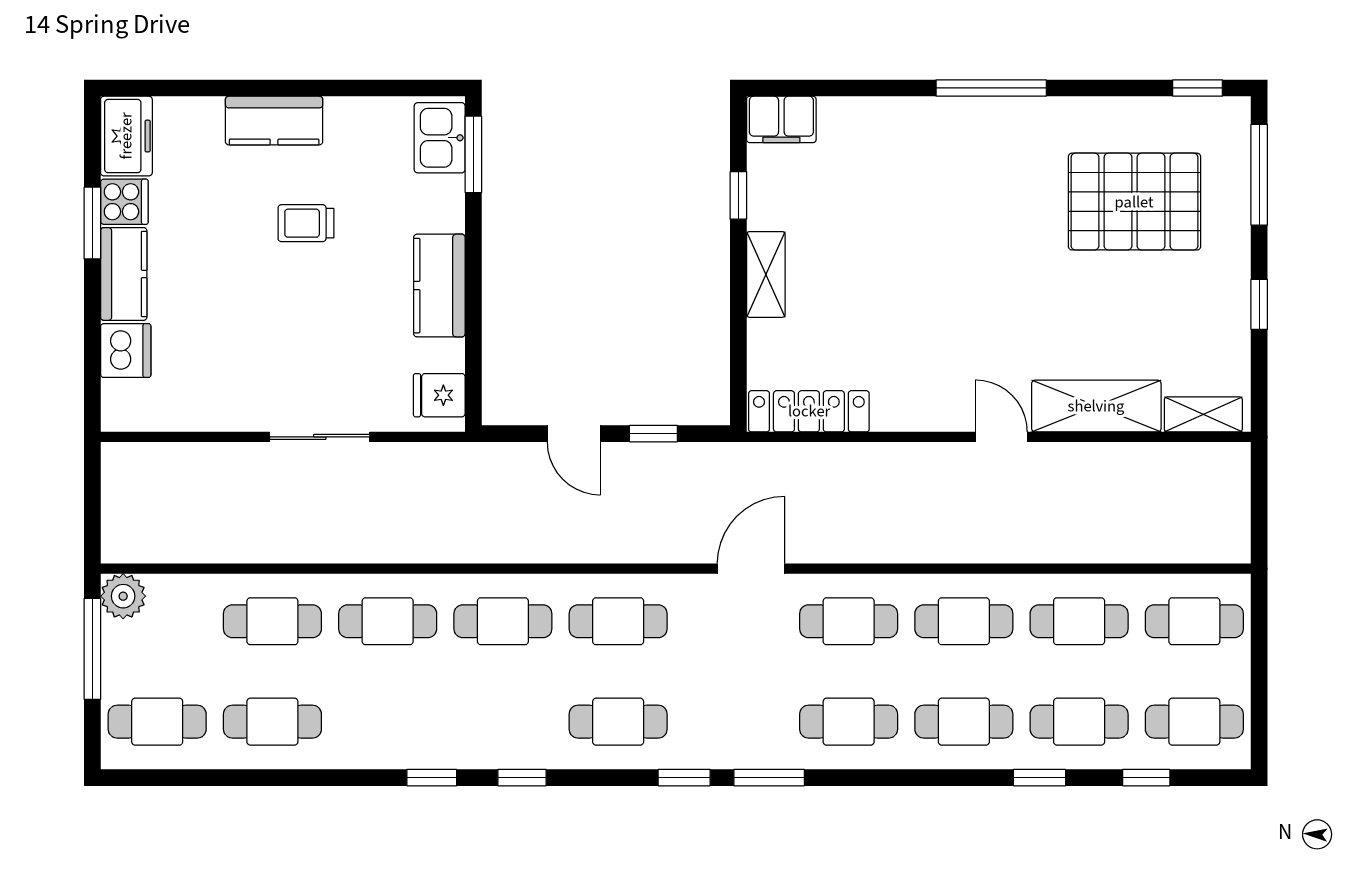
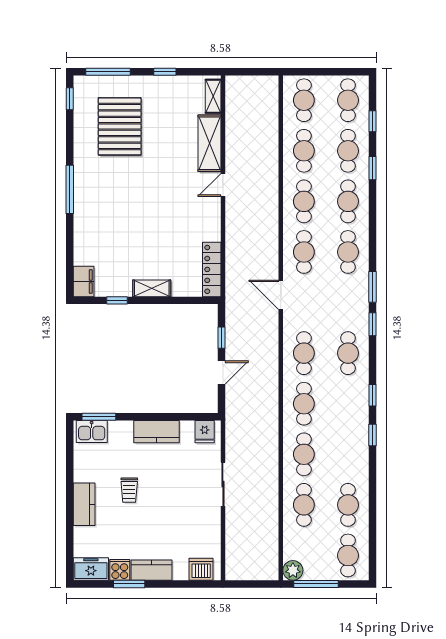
dishwasher: (126, 351) -> (201, 569), moved

